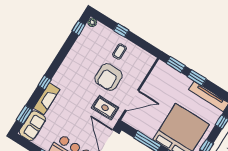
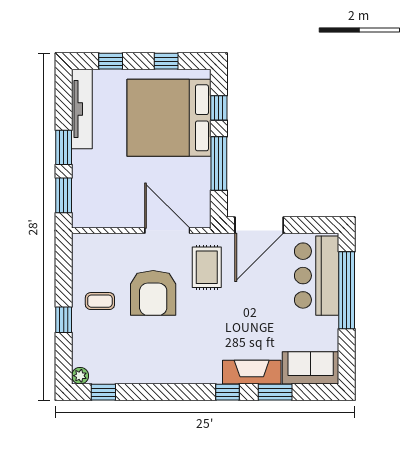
armchair: (108, 77) -> (153, 293), turned 90
window: (24, 115) -> (275, 392), moved

